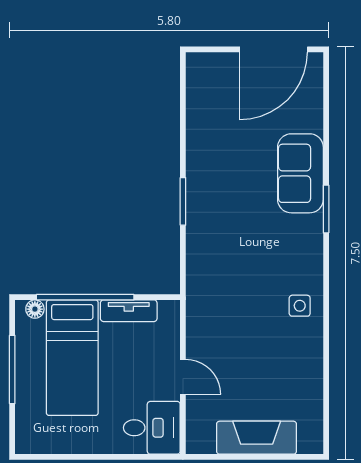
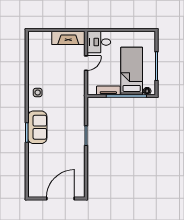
door: (274, 49) -> (61, 198), moved
sofa: (300, 173) -> (37, 127), moved
door: (183, 377) -> (86, 63), swing flipped
fireplace: (257, 438) -> (68, 38), moved

